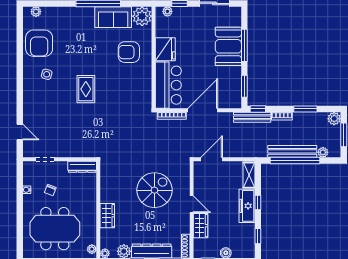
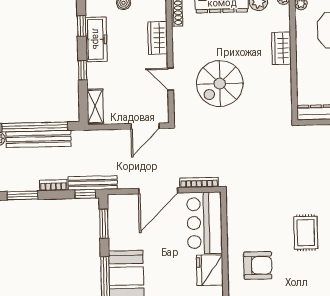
rug: (86, 89) -> (306, 233), moved
door: (192, 204) -> (170, 79), moved
freezer: (247, 206) -> (96, 39), moved

